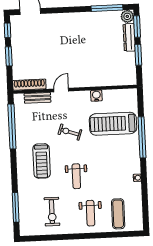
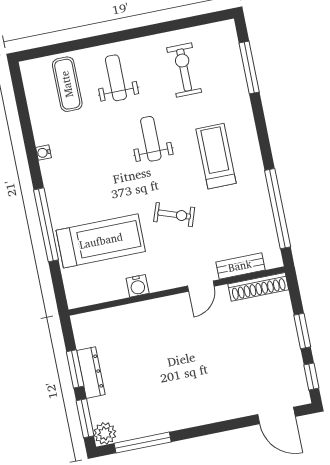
dresser: (129, 37) -> (91, 373), moved

